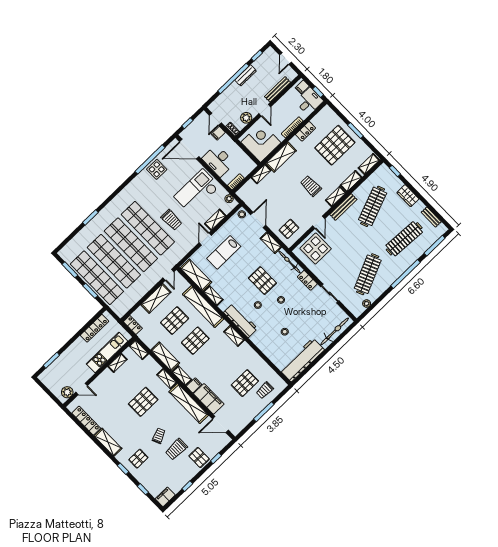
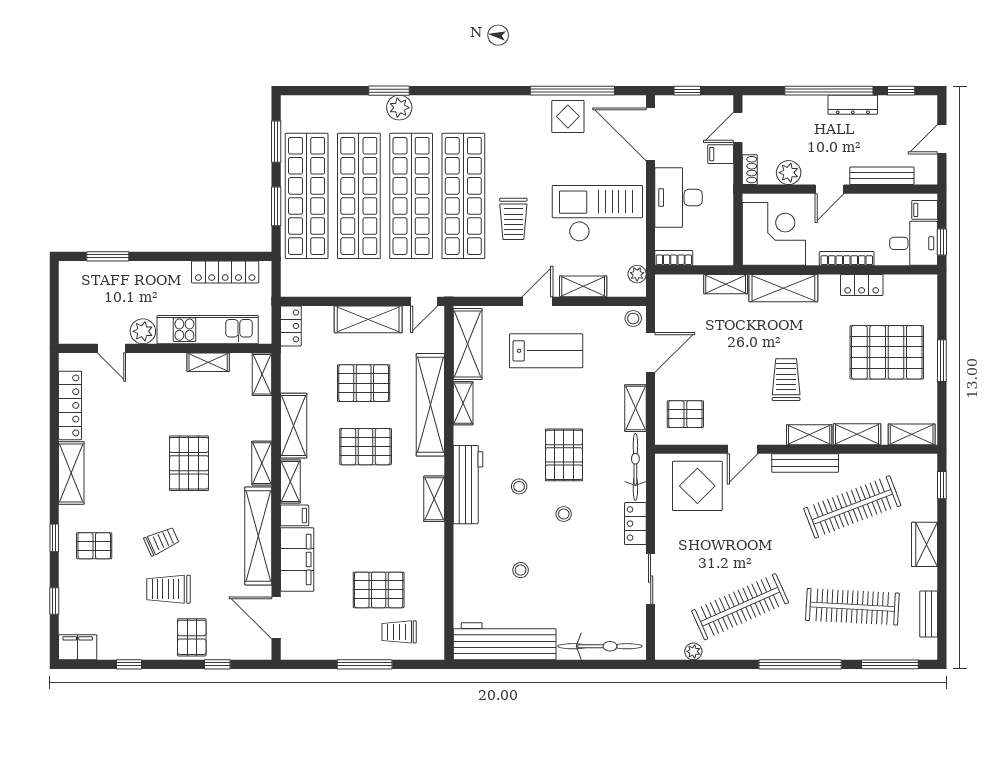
plant: (99, 220) -> (399, 108), added
lab bench: (224, 252) -> (546, 351), turned 180
plant: (67, 392) -> (143, 331), moved
pallet: (143, 402) -> (189, 463), turned 90

